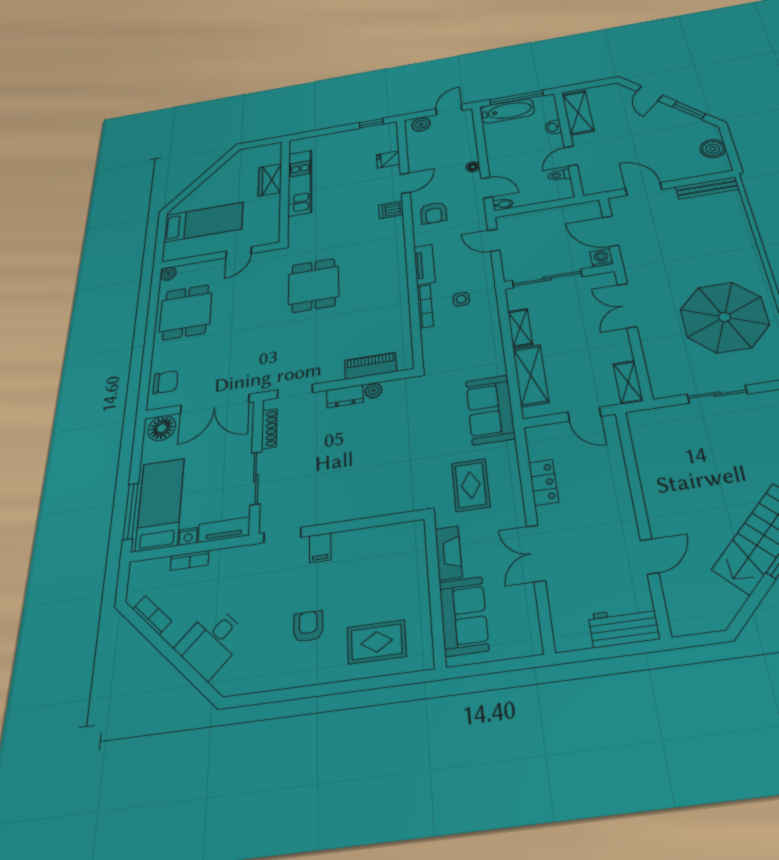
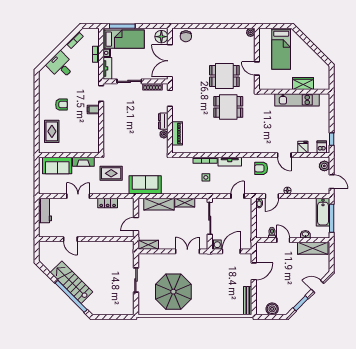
dishwasher: (391, 210) -> (322, 147), moved
dining table: (186, 312) -> (224, 76), moved
workbench: (624, 627) -> (45, 210), moved

